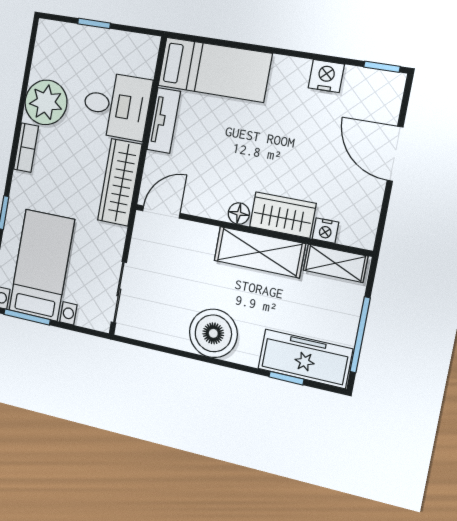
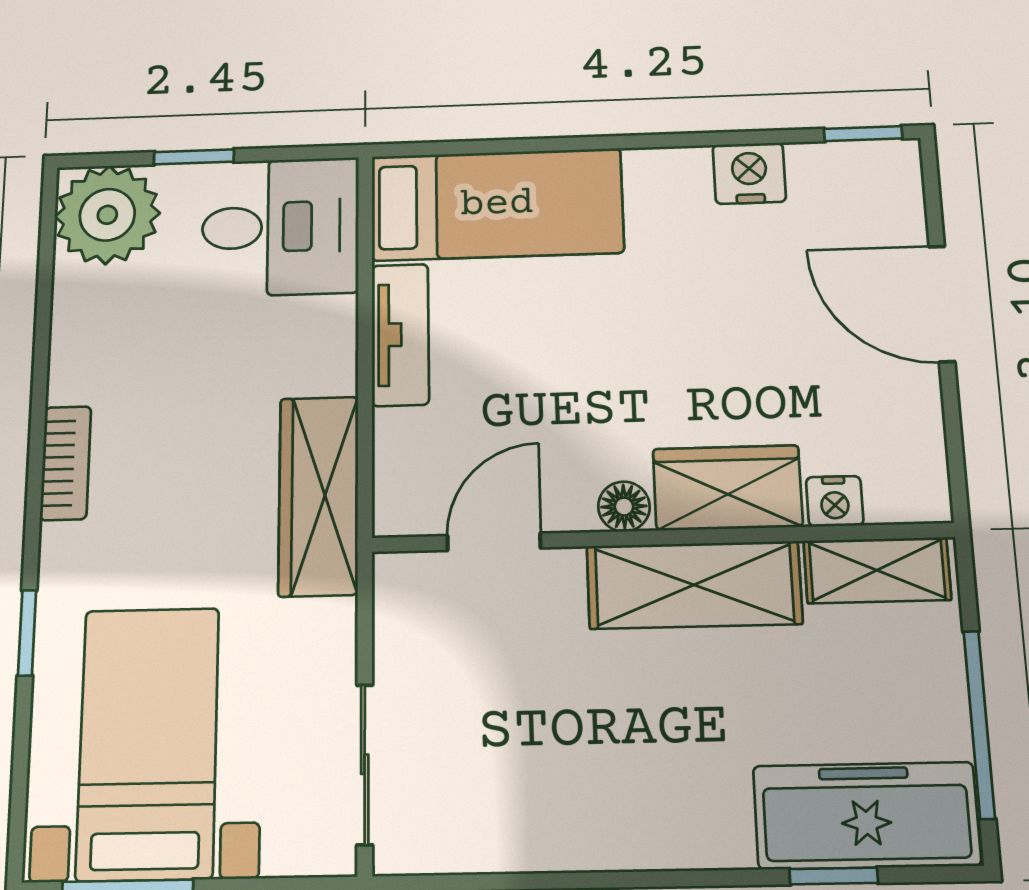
plant: (46, 102) -> (107, 215), moved
desk: (116, 106) -> (280, 227), moved
door: (161, 212) -> (494, 542), moved
boiler: (213, 333) -> (627, 809), removed

